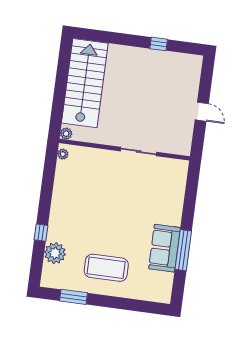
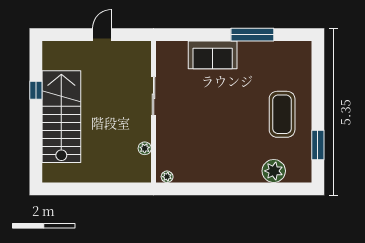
stairs: (85, 83) -> (61, 117), moved, turned 90
plant: (66, 134) -> (145, 148), moved
window: (41, 233) -> (254, 189), removed
sofa: (165, 248) -> (213, 55), moved

